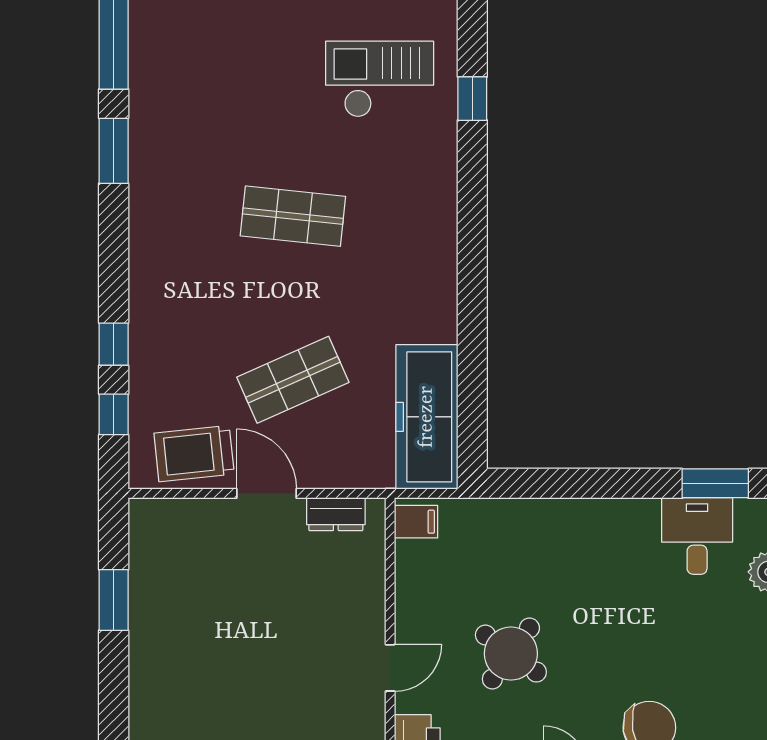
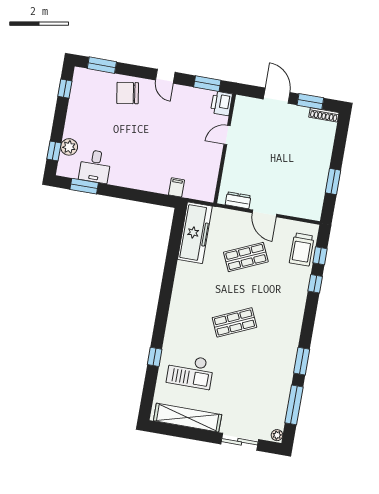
shop shelf: (293, 216) -> (234, 322), turned -30
trolley: (194, 454) -> (302, 249), moved, turned 96
filing cabinet: (416, 522) -> (177, 187), moved, turned 90
round table: (511, 654) -> (178, 132), removed

